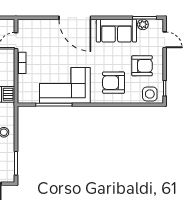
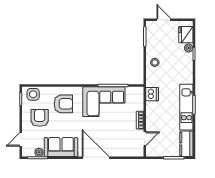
door: (165, 40) -> (21, 139), hinge flipped
armchair: (142, 66) -> (40, 118), turned 90

